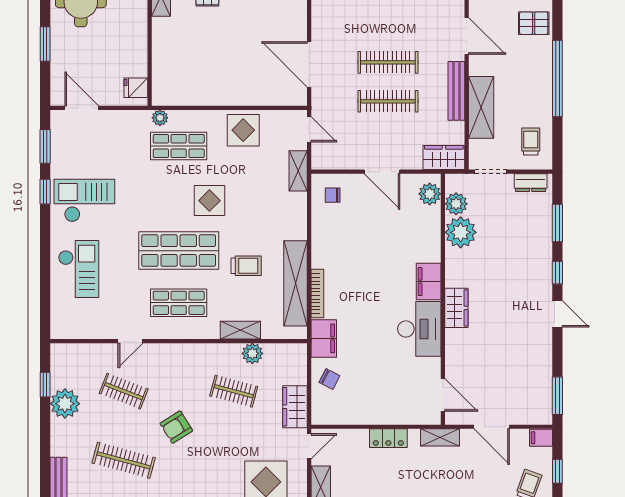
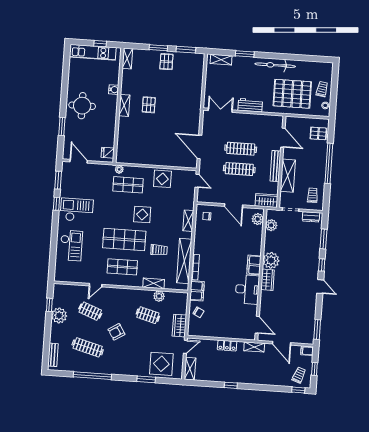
shelving: (298, 171) -> (188, 221), moved
plant: (461, 232) -> (271, 260), moved

